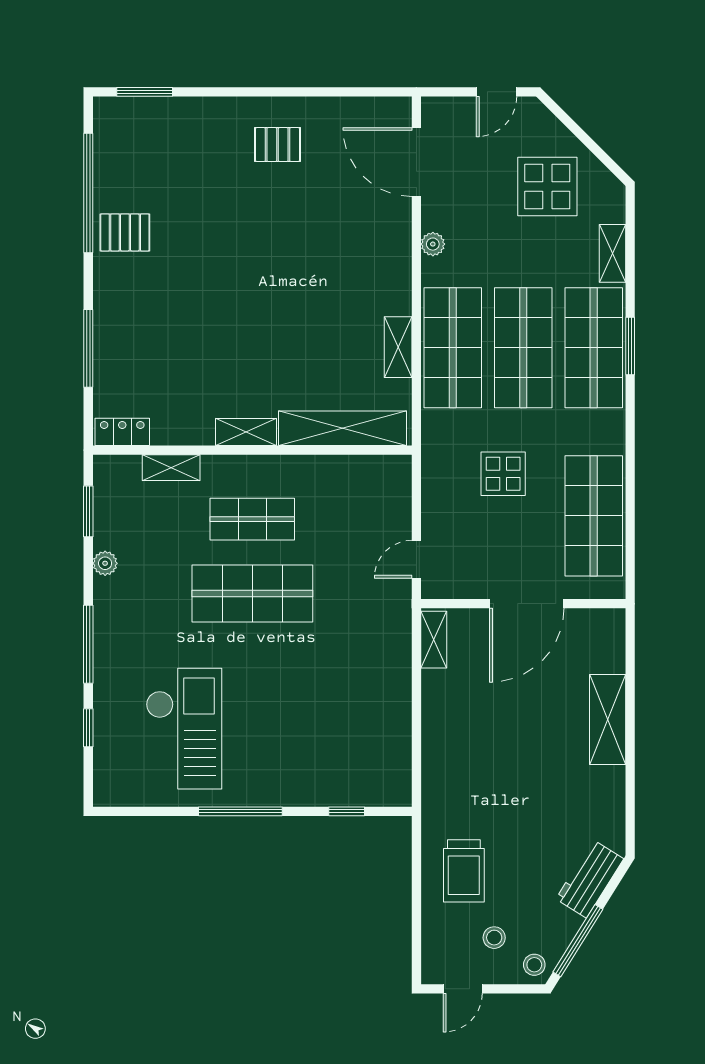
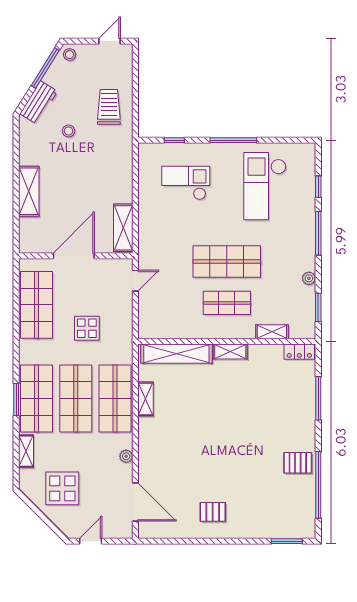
shelving: (434, 640) -> (123, 228), width x1.50, depth x1.33
checkout: (326, 734) -> (186, 183), added
stool: (494, 938) -> (69, 131), moved

